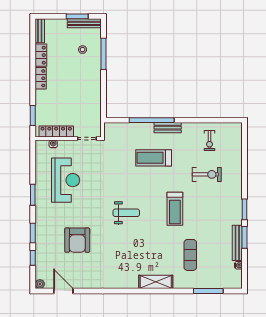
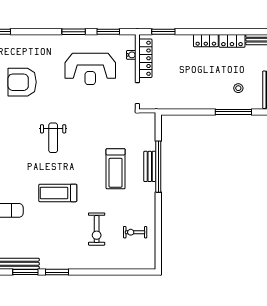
bench: (168, 128) -> (150, 166), moved
treadmill: (154, 158) -> (116, 169), turned 180
window: (33, 233) -> (108, 32), moved

